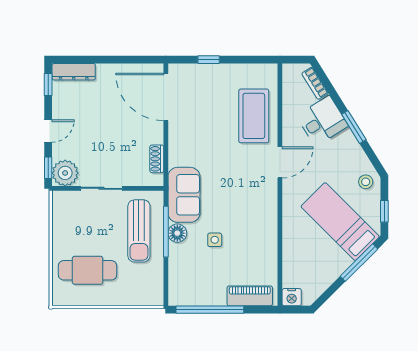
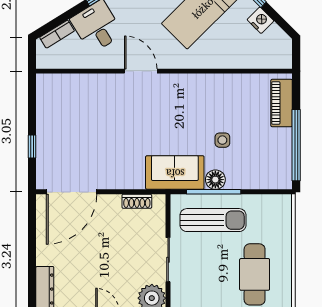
coffee table: (254, 116) -> (92, 99), removed
nightstand: (292, 297) -> (260, 20), moved, turned -45

